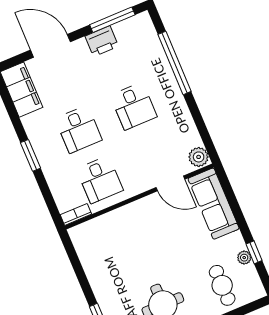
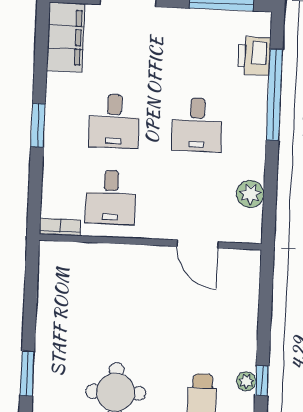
printer: (102, 41) -> (254, 56), moved, turned 90
plant: (199, 157) -> (250, 194), moved
sofa: (214, 204) -> (240, 295), removed

